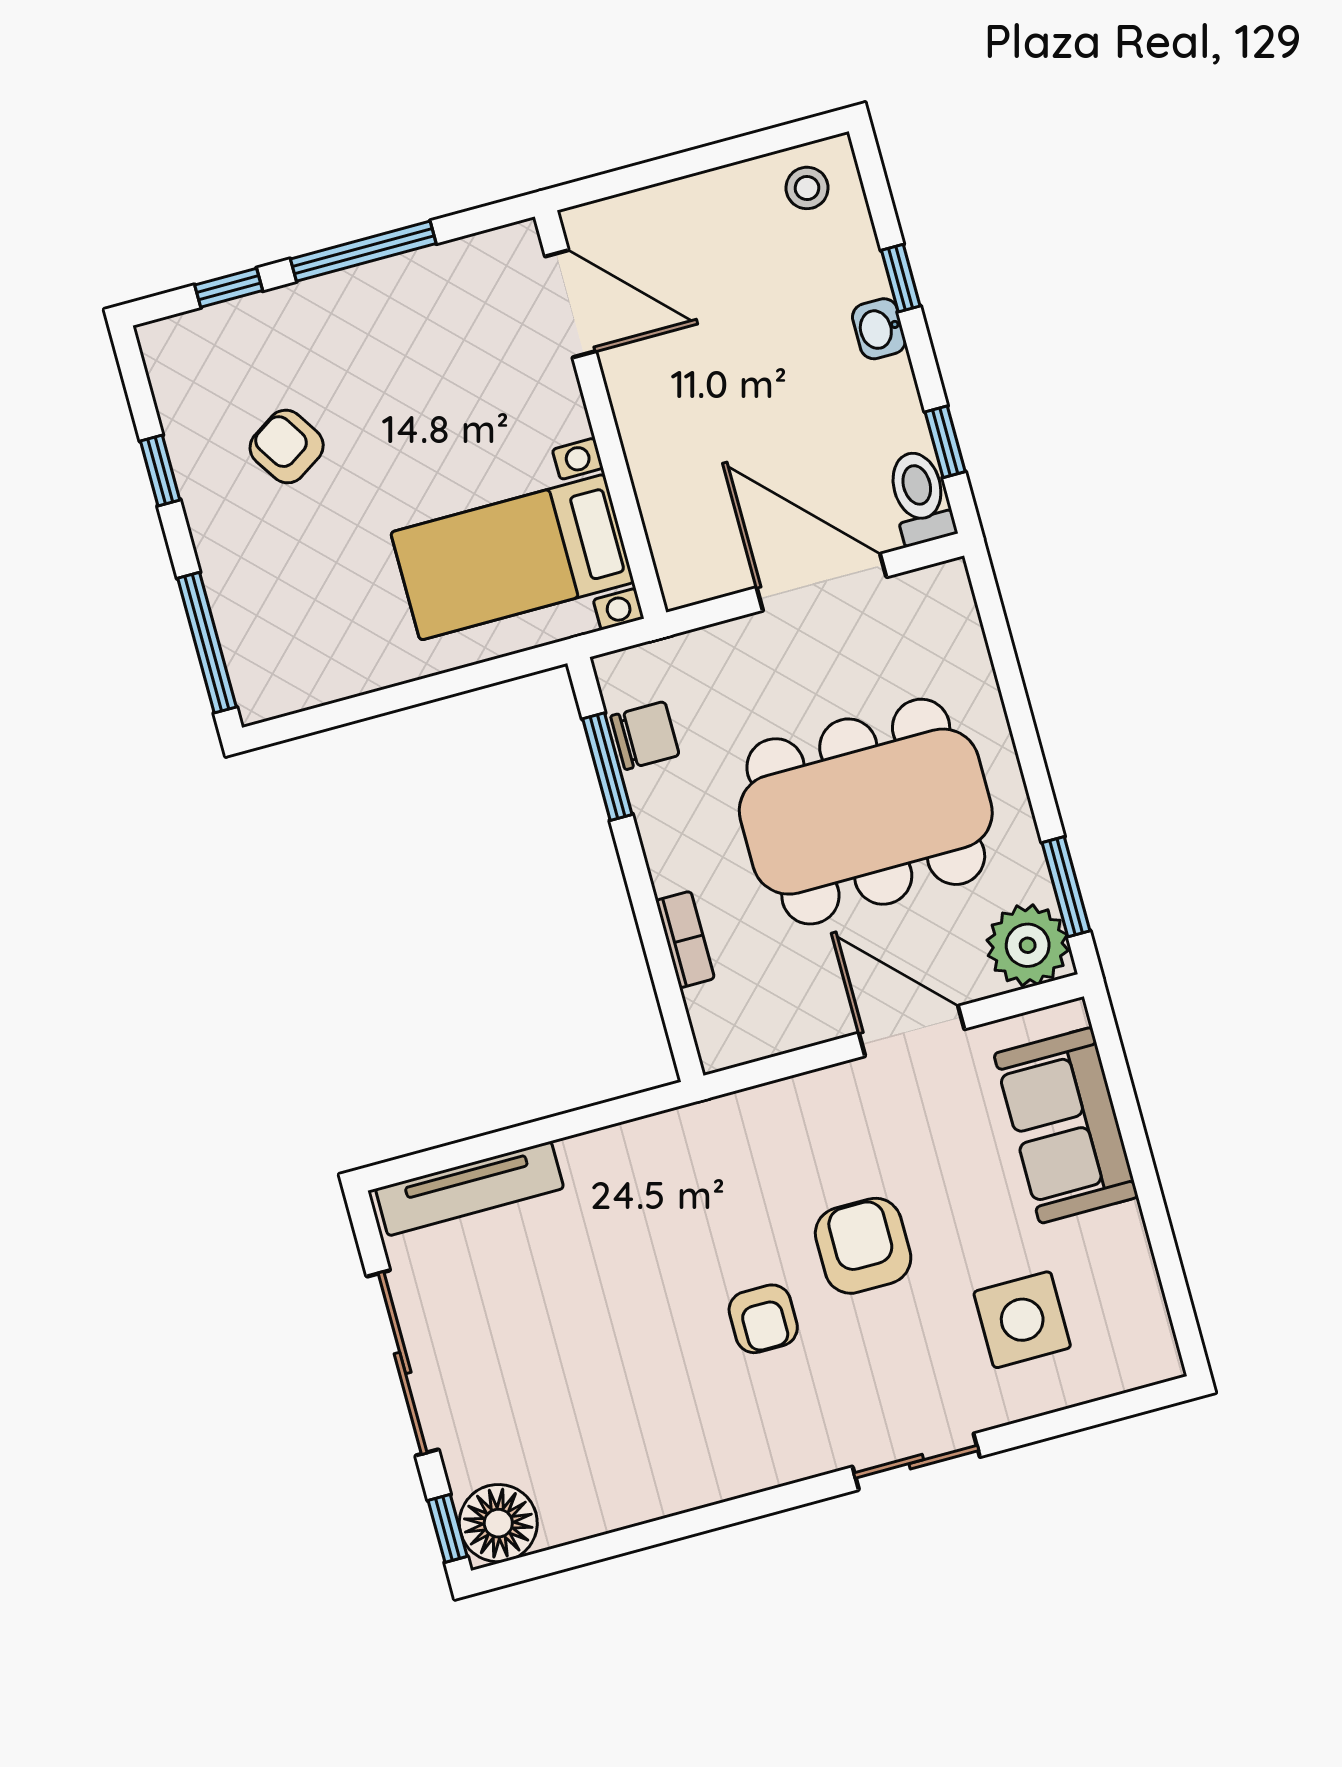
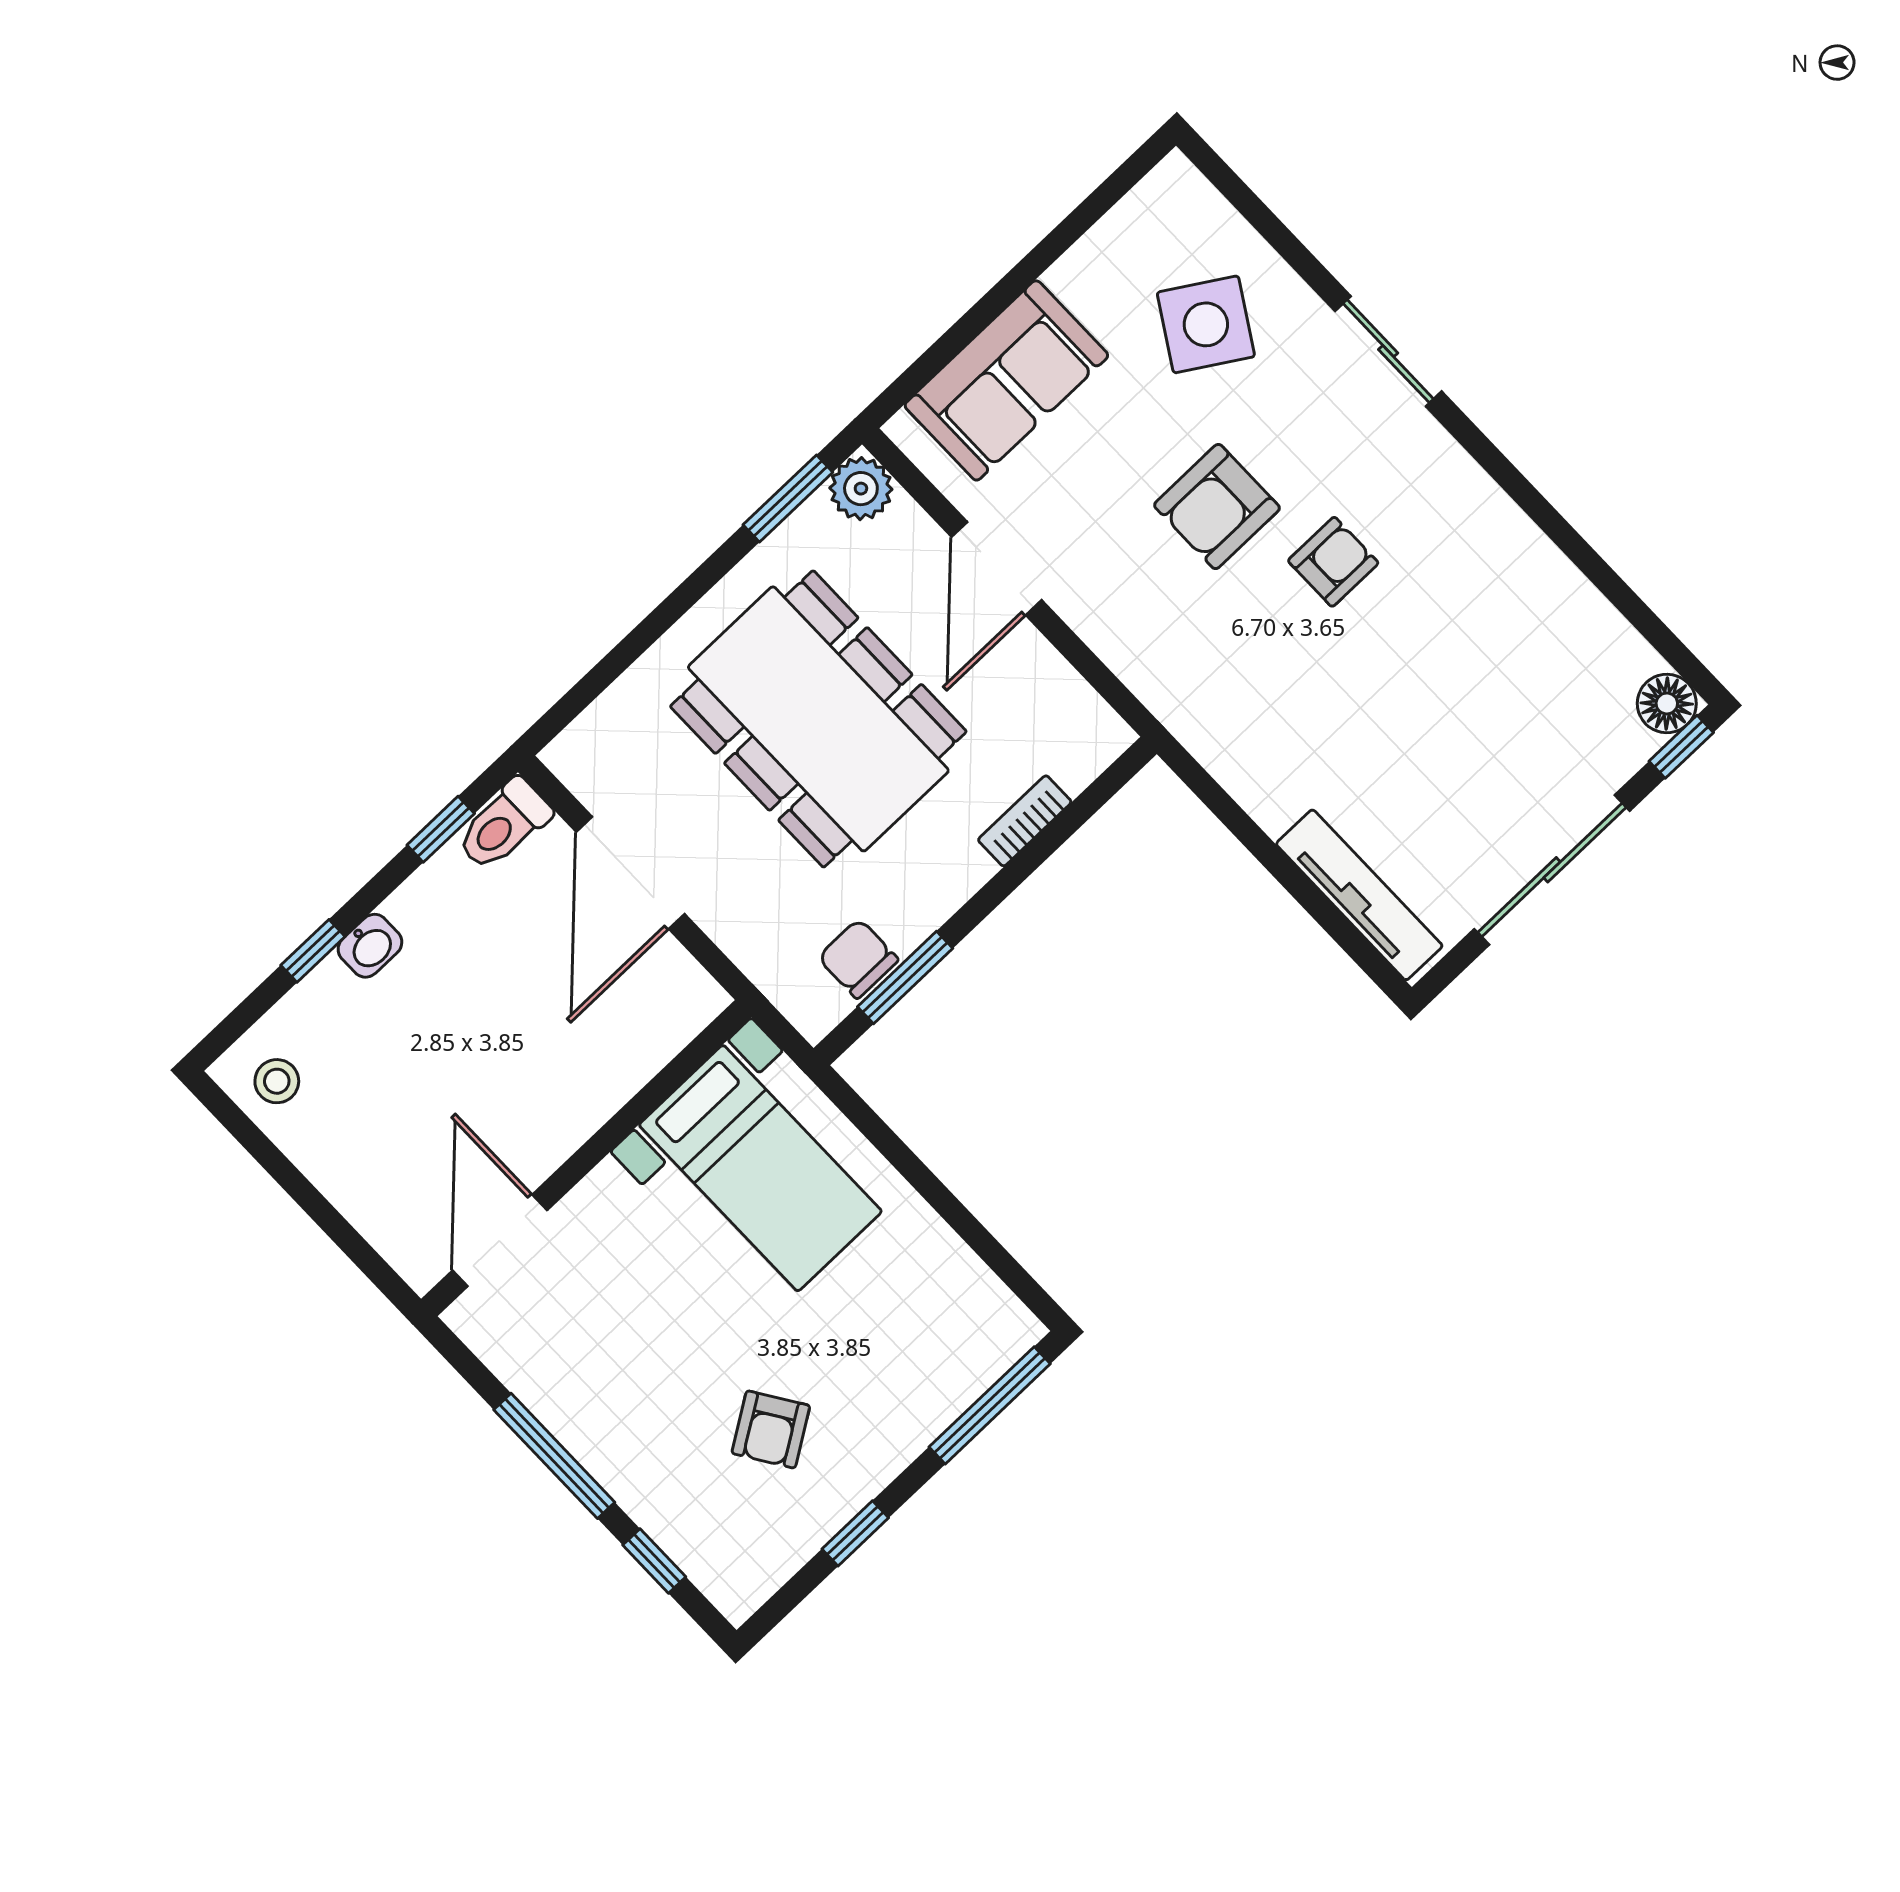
plant: (1028, 945) -> (861, 489), width x0.73, depth x0.73
side table: (1022, 1320) -> (1206, 324), turned 32
floor lamp: (498, 1523) -> (1667, 704), width x0.73, depth x0.73

